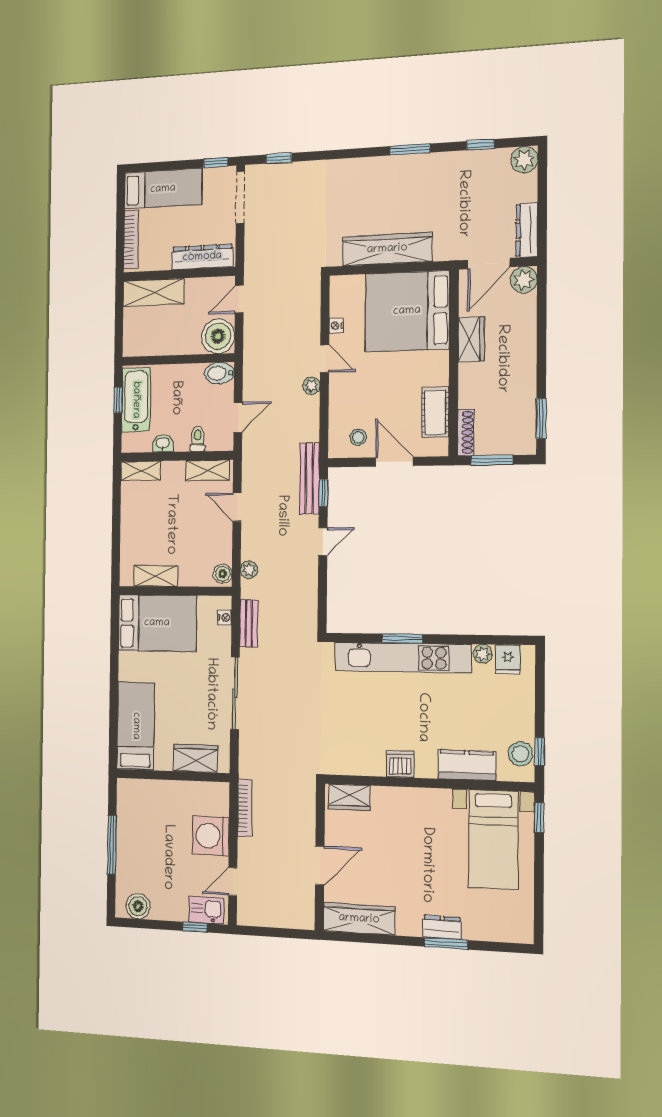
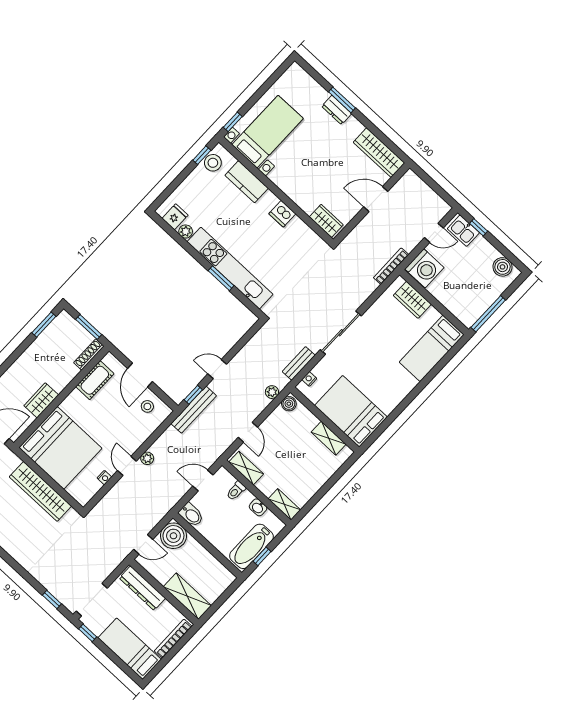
bed: (136, 726) -> (432, 348), moved
wardrobe: (195, 758) -> (412, 300), moved
wall: (173, 776) -> (434, 302), moved

